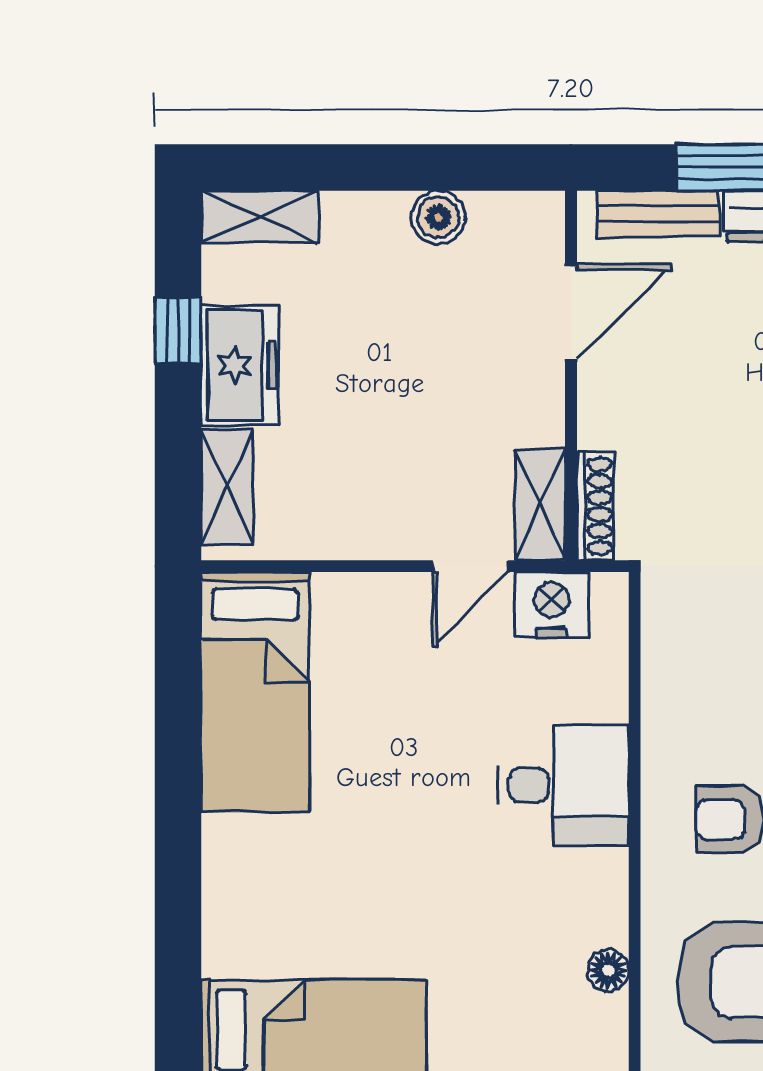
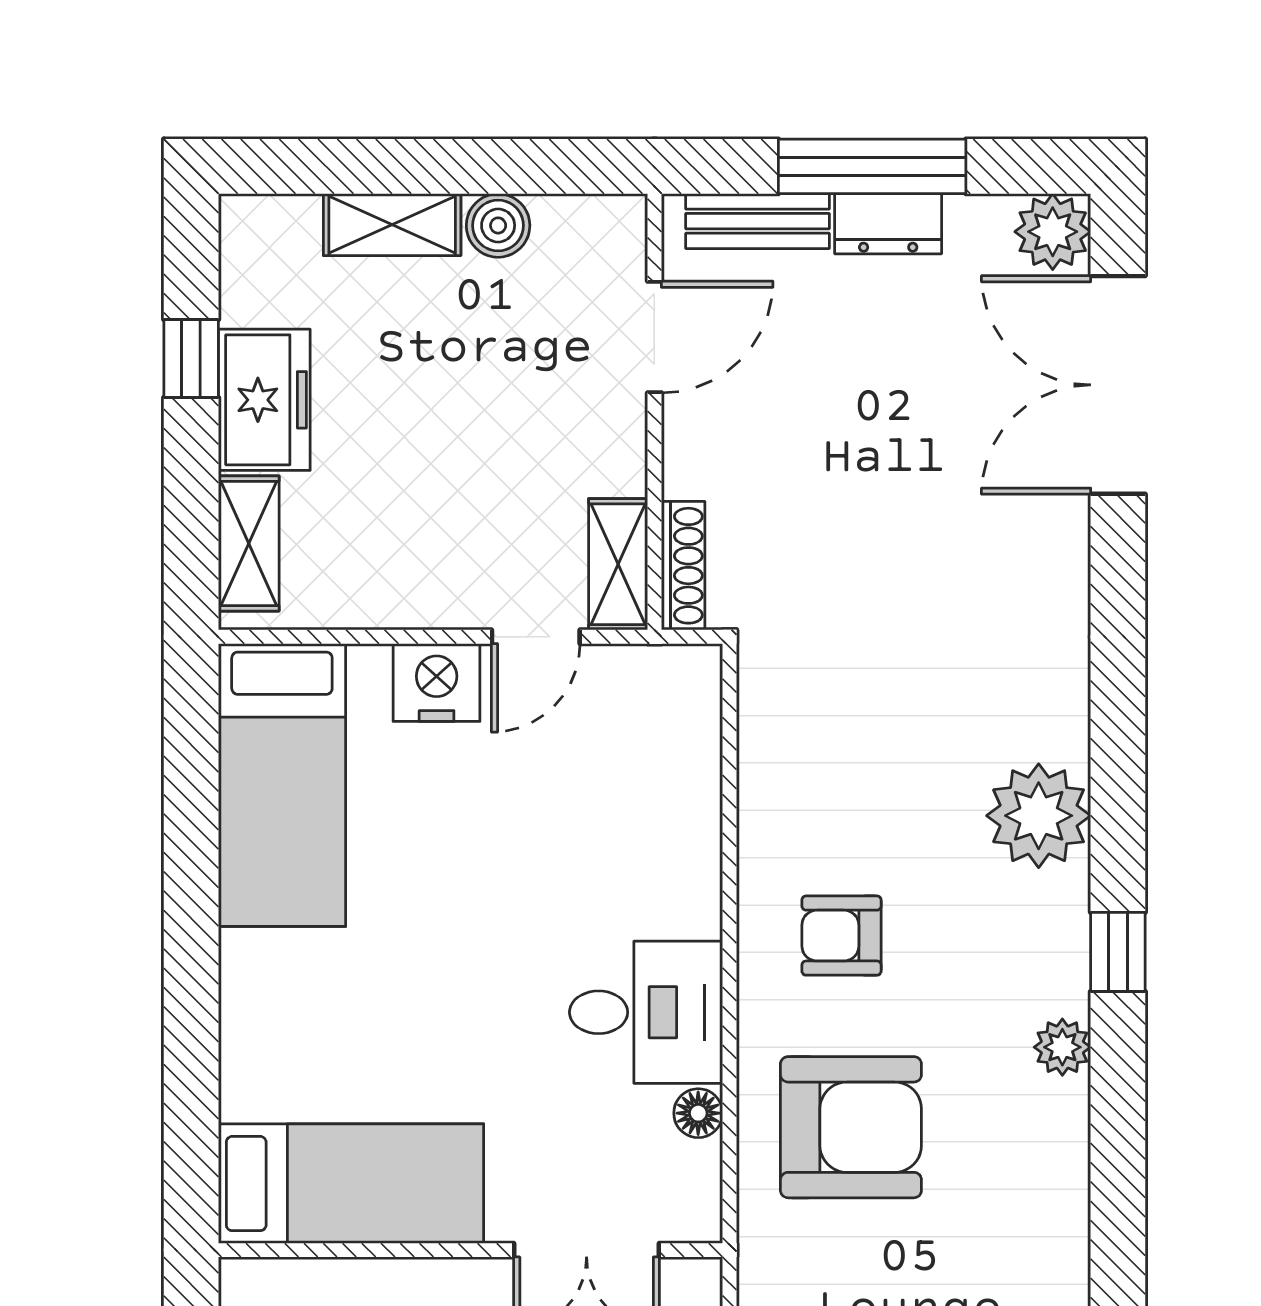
shelving: (259, 217) -> (392, 225), moved
nightstand: (552, 605) -> (437, 682), moved
desk: (564, 785) -> (646, 1012), moved

